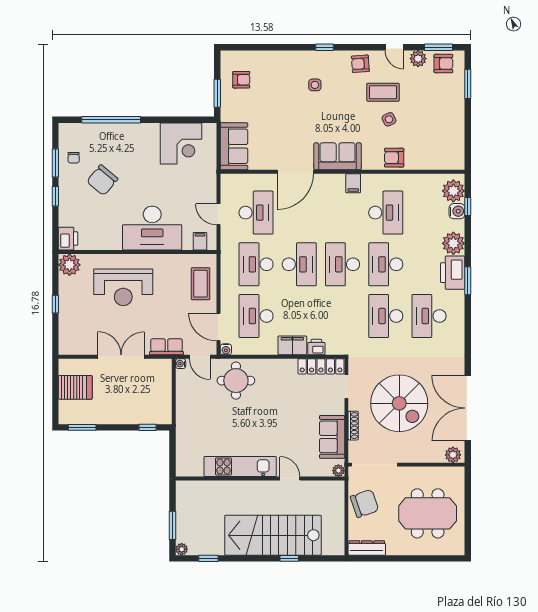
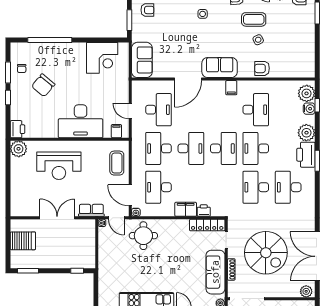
desk: (343, 264) -> (223, 148), turned 180
window: (55, 304) -> (8, 178), removed
sofa: (332, 437) -> (215, 272), width x1.36

